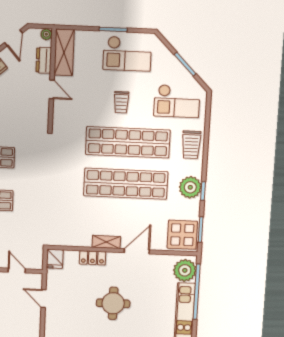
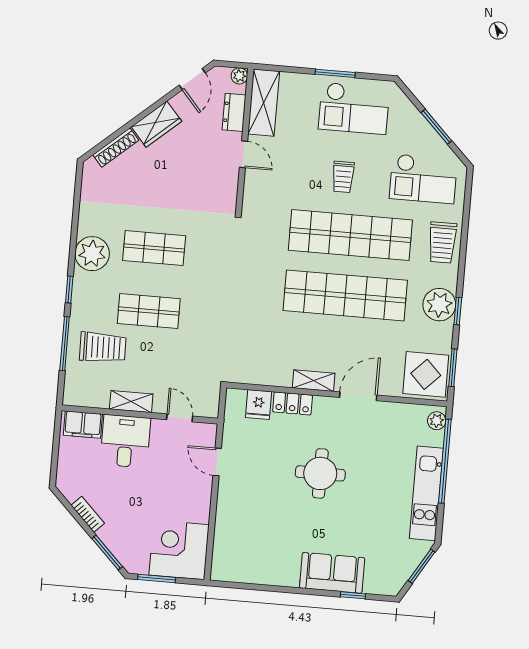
fridge: (55, 259) -> (259, 405), moved
plant: (185, 270) -> (437, 421), width x0.53, depth x0.53

